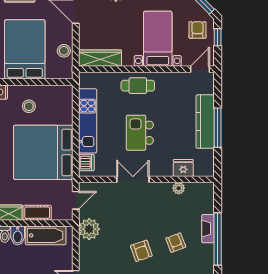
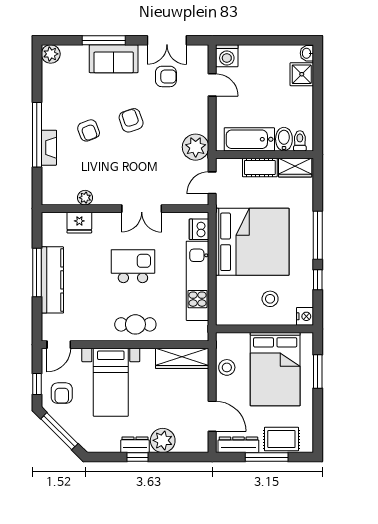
kitchen island: (140, 133) -> (133, 266), turned -90

